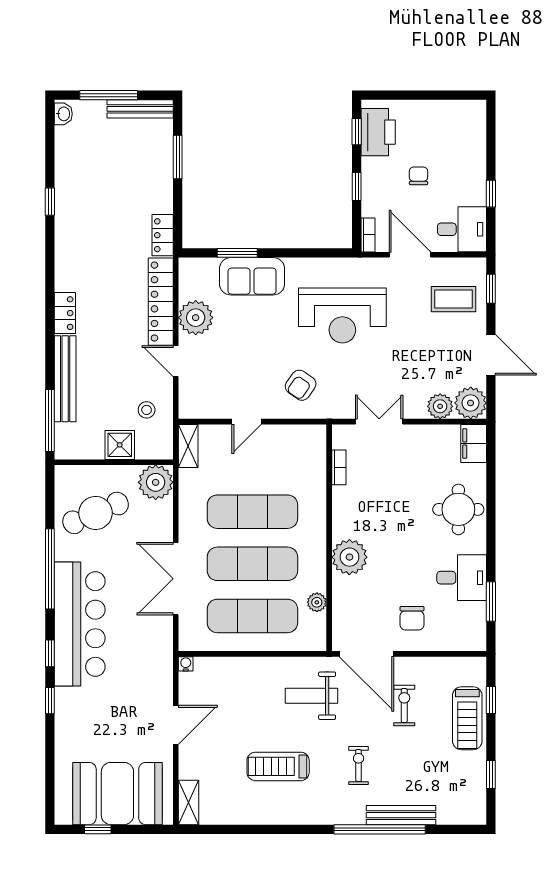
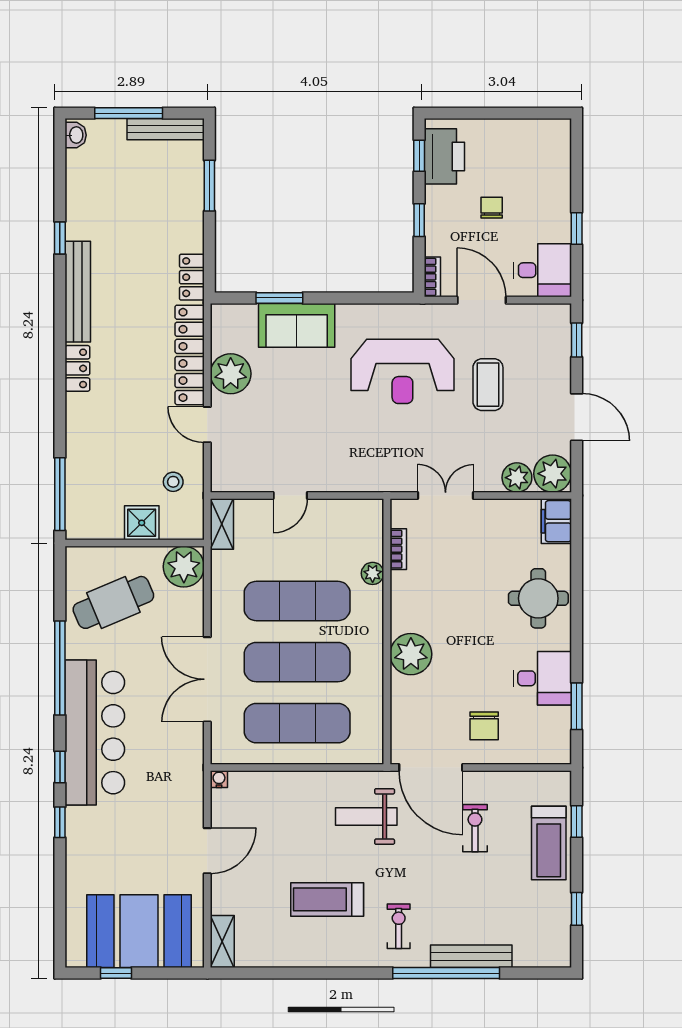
coffee table: (454, 299) -> (488, 385), moved, turned 90
bench: (65, 379) -> (78, 292), moved
armchair: (301, 385) -> (354, 453), removed
plant: (317, 602) -> (373, 573), moved
exercise bike: (359, 765) -> (399, 926), moved

